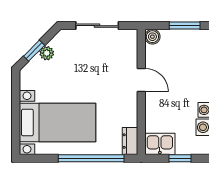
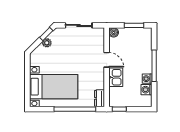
window: (34, 51) -> (46, 34), moved
kitchen sink: (160, 144) -> (116, 77), moved, turned 90
window: (180, 158) -> (119, 109), moved

